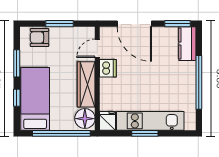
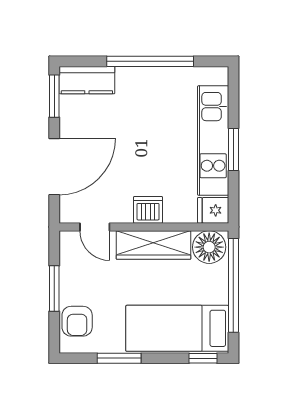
dishwasher: (108, 68) -> (148, 210), moved
window: (17, 98) -> (203, 358), moved

